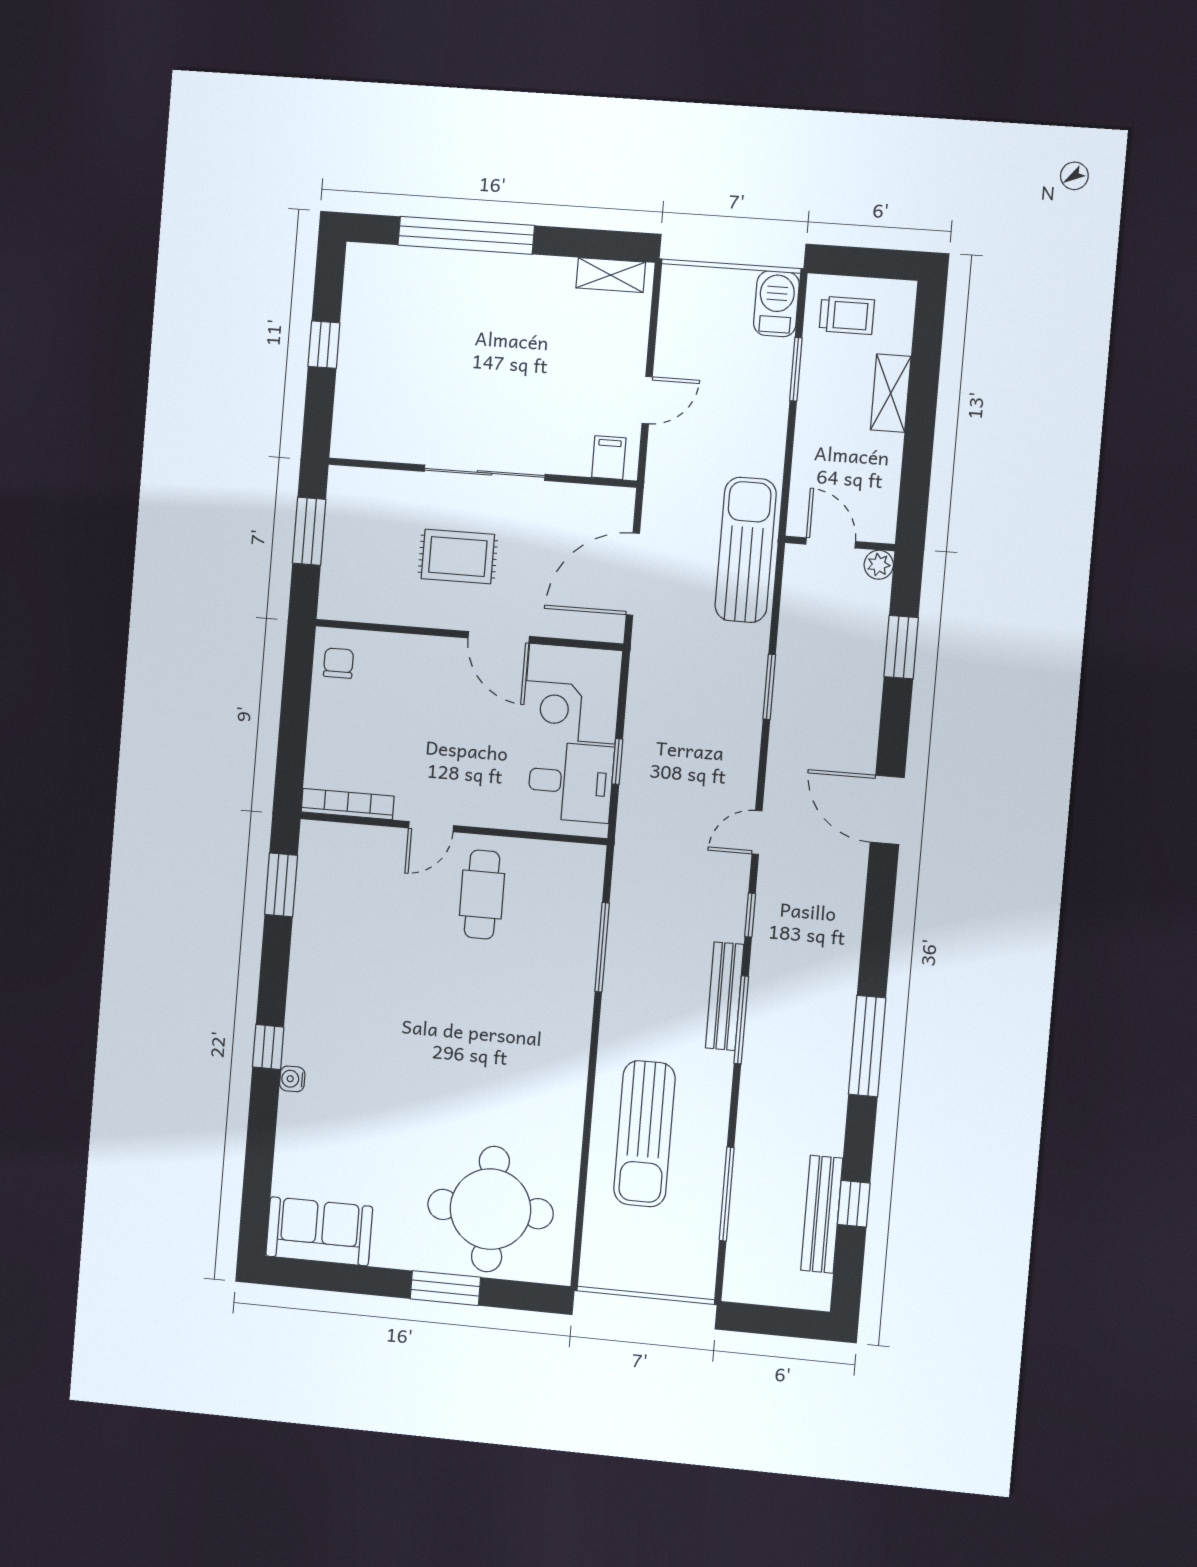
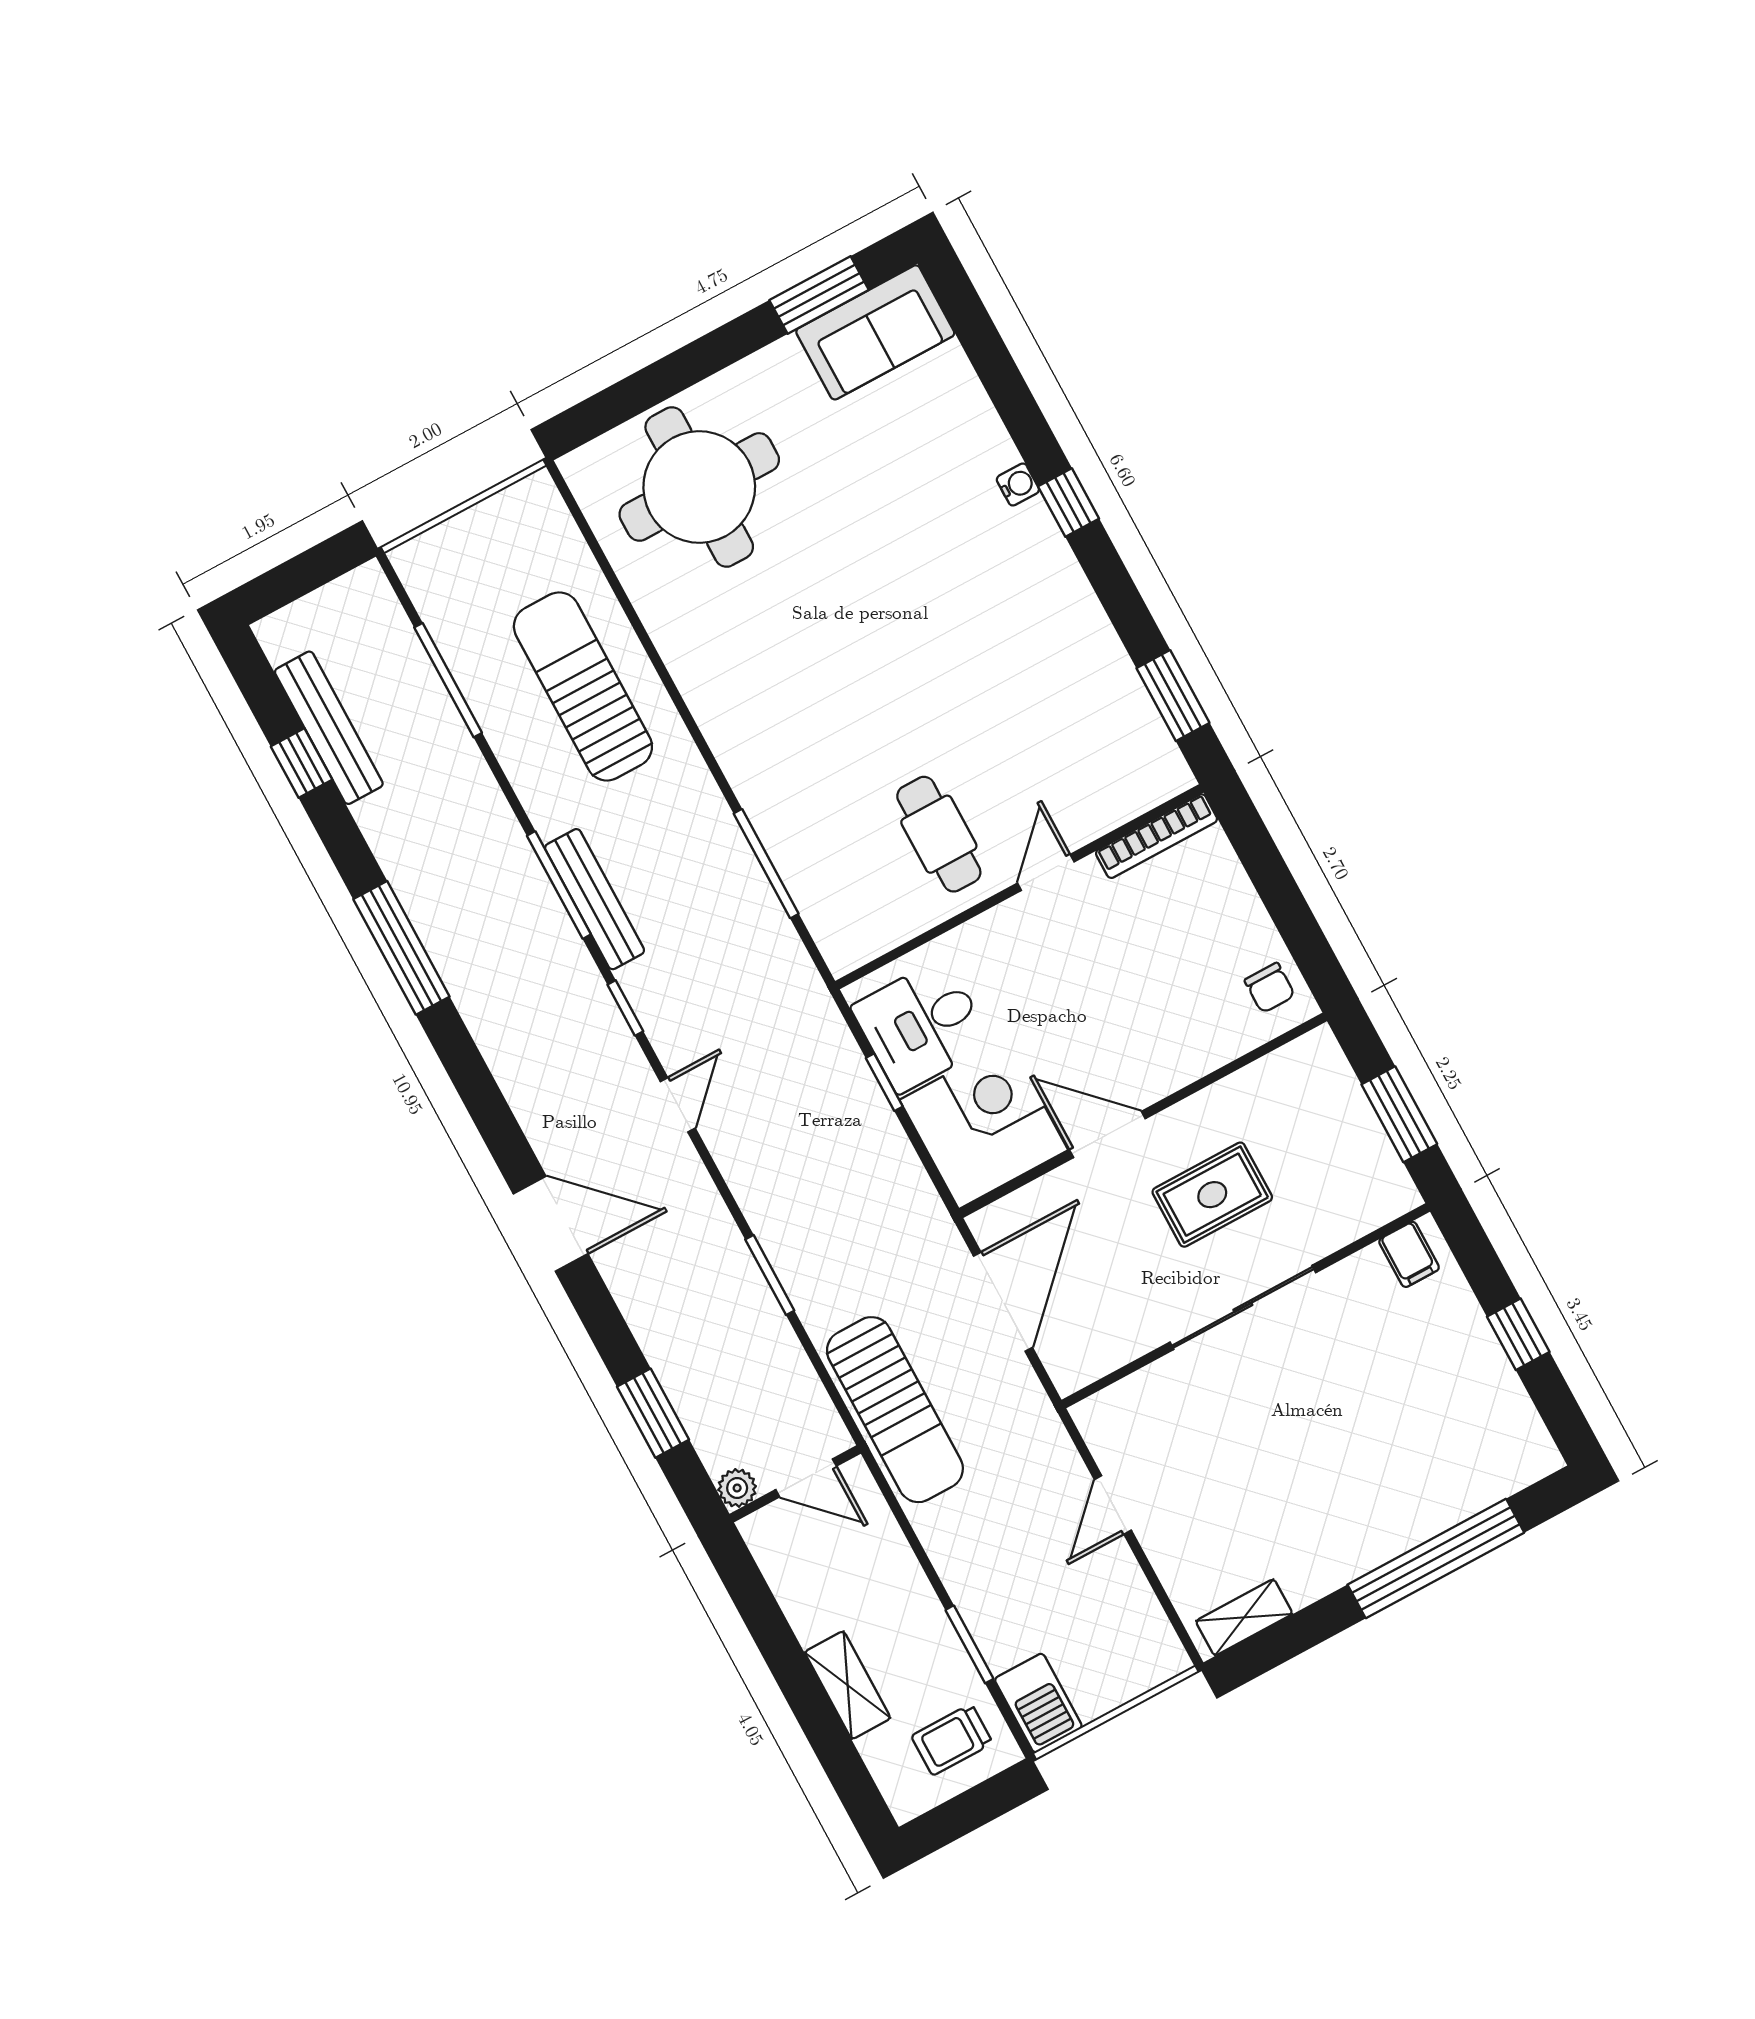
filing cabinet: (609, 458) -> (1409, 1254), moved
window: (445, 1288) -> (819, 295), moved

